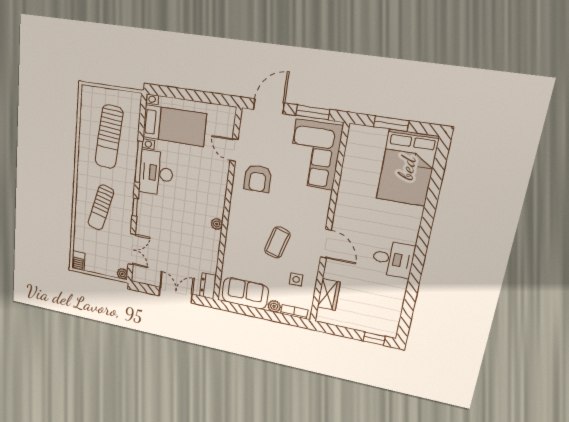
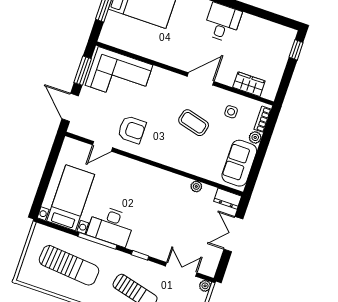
plant: (217, 224) -> (196, 186), moved

